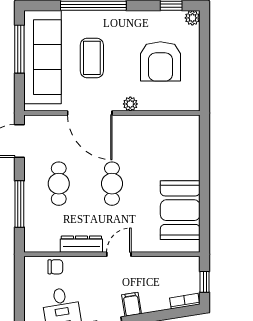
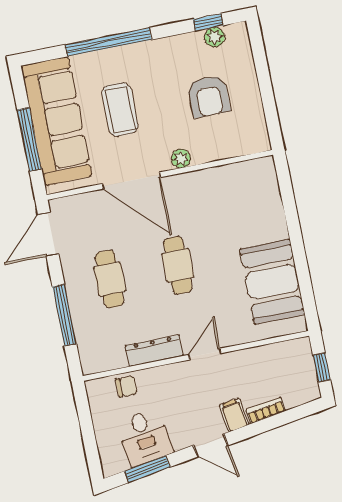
plant: (192, 18) -> (215, 37), moved
window: (19, 49) -> (29, 139), moved
armchair: (160, 61) -> (209, 96), width x0.73, depth x0.73
bookcase: (185, 301) -> (266, 410), moved

